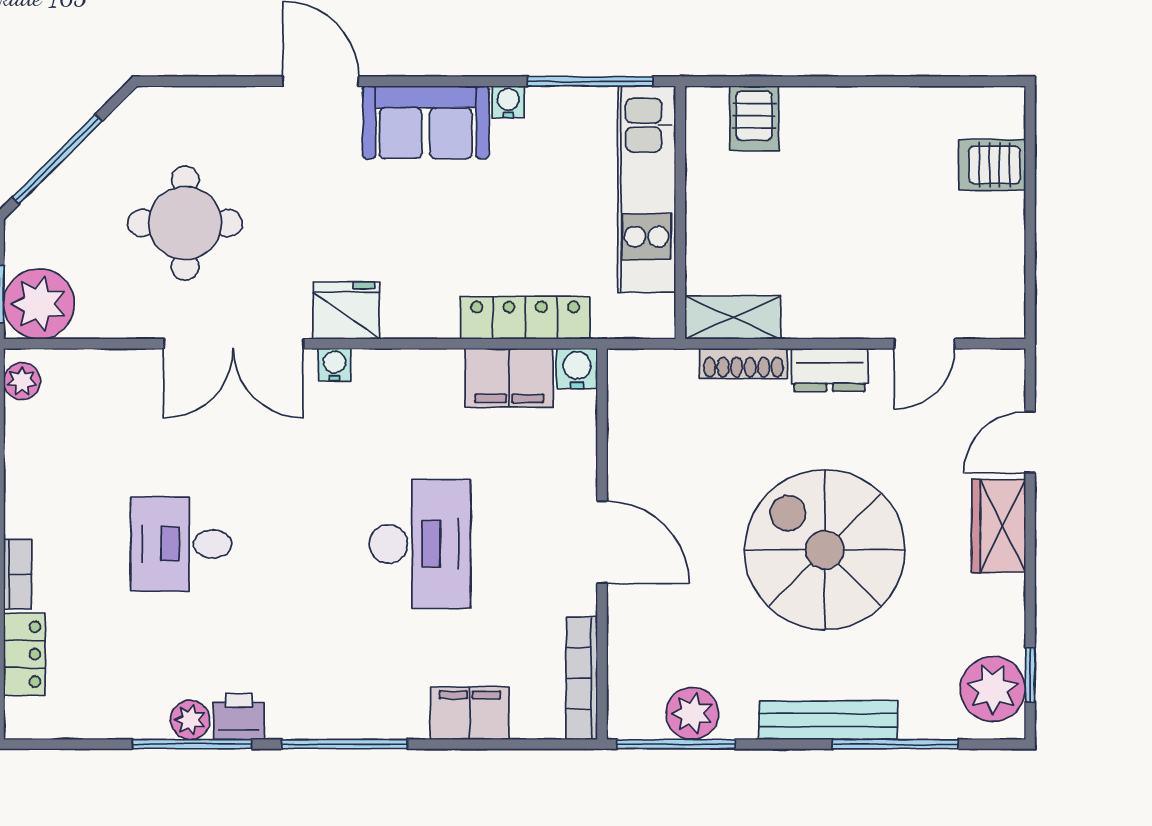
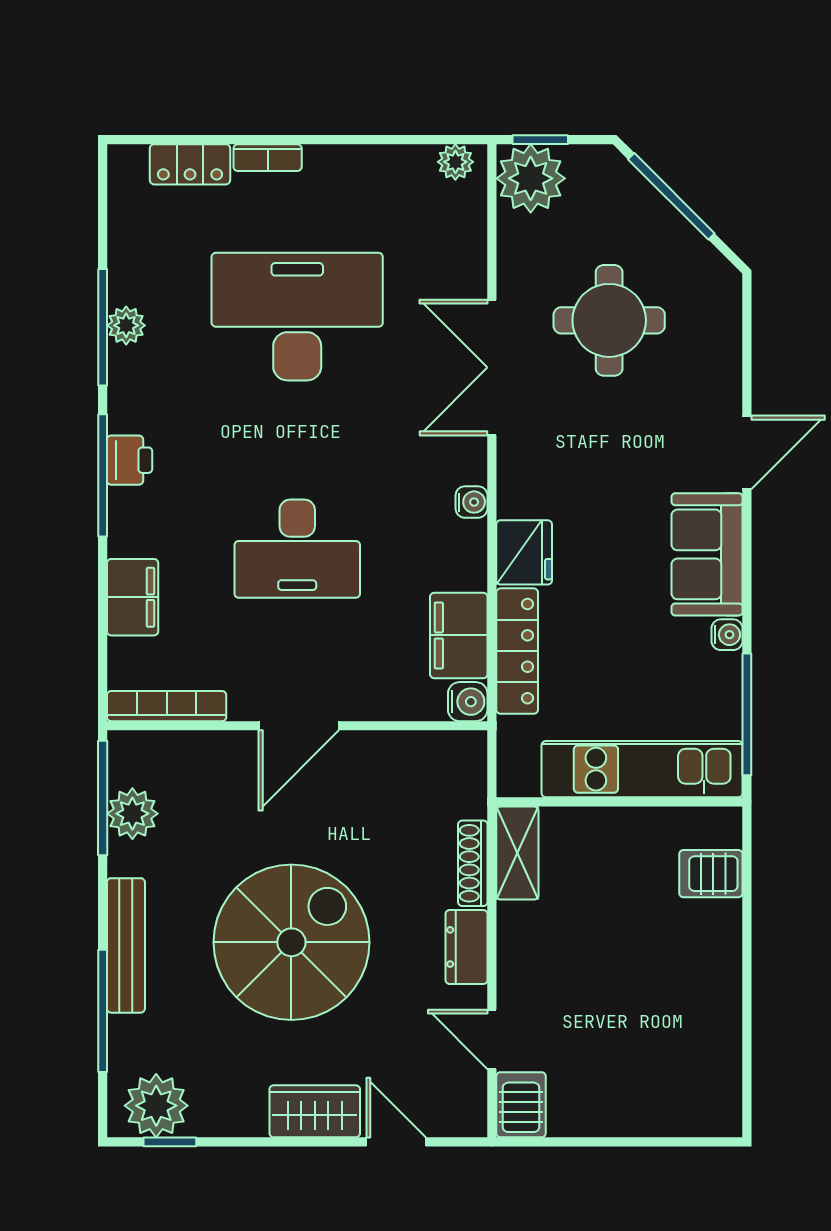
server rack: (992, 165) -> (521, 1105), moved
fridge: (346, 310) -> (524, 552), moved
water cooler: (334, 365) -> (472, 502), moved
desk: (181, 544) -> (297, 317), width x1.87, depth x1.30
printer: (239, 716) -> (130, 460), moved

